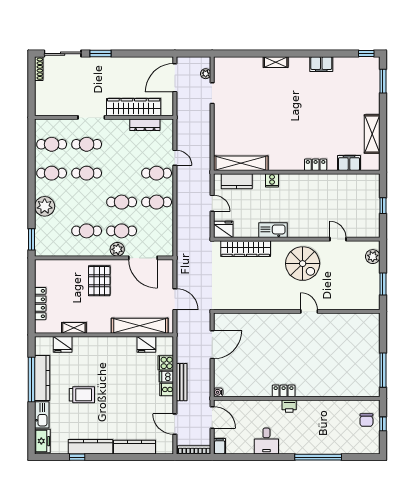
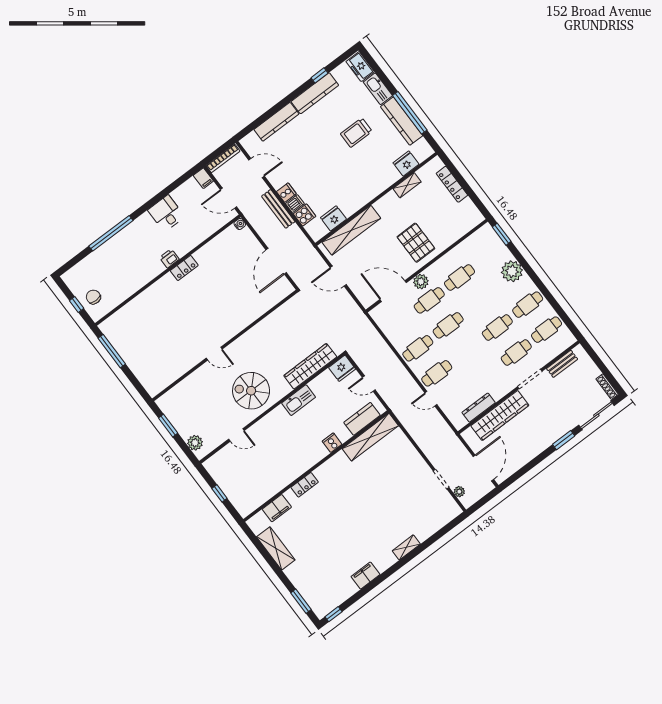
bench: (59, 110) -> (562, 364), added

